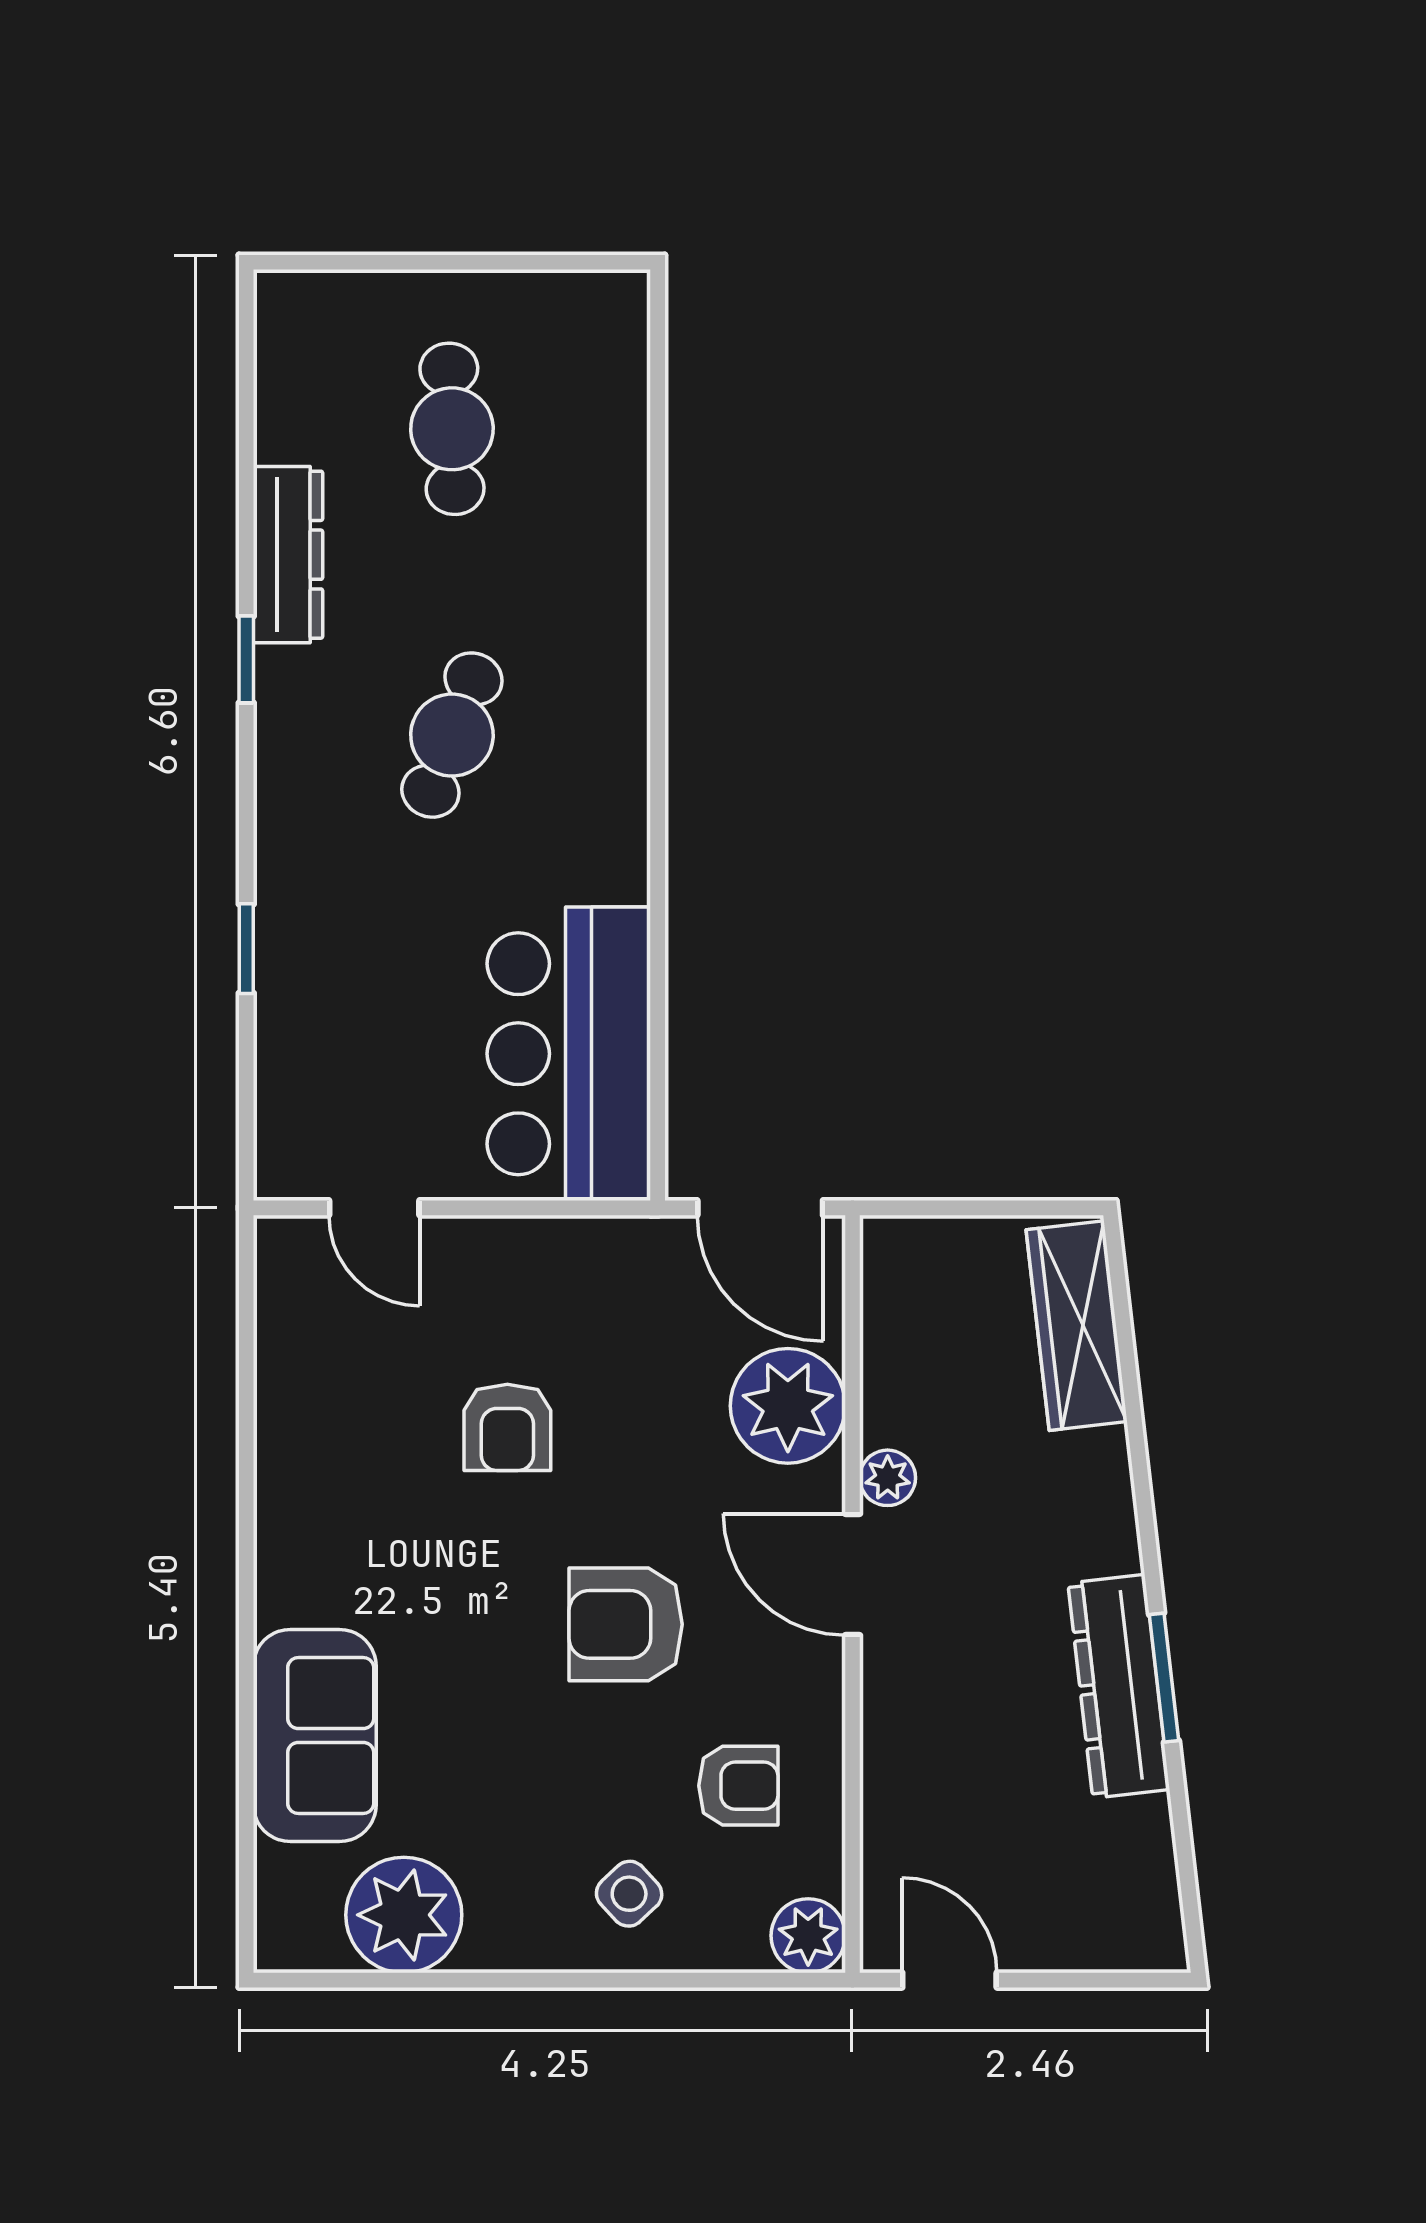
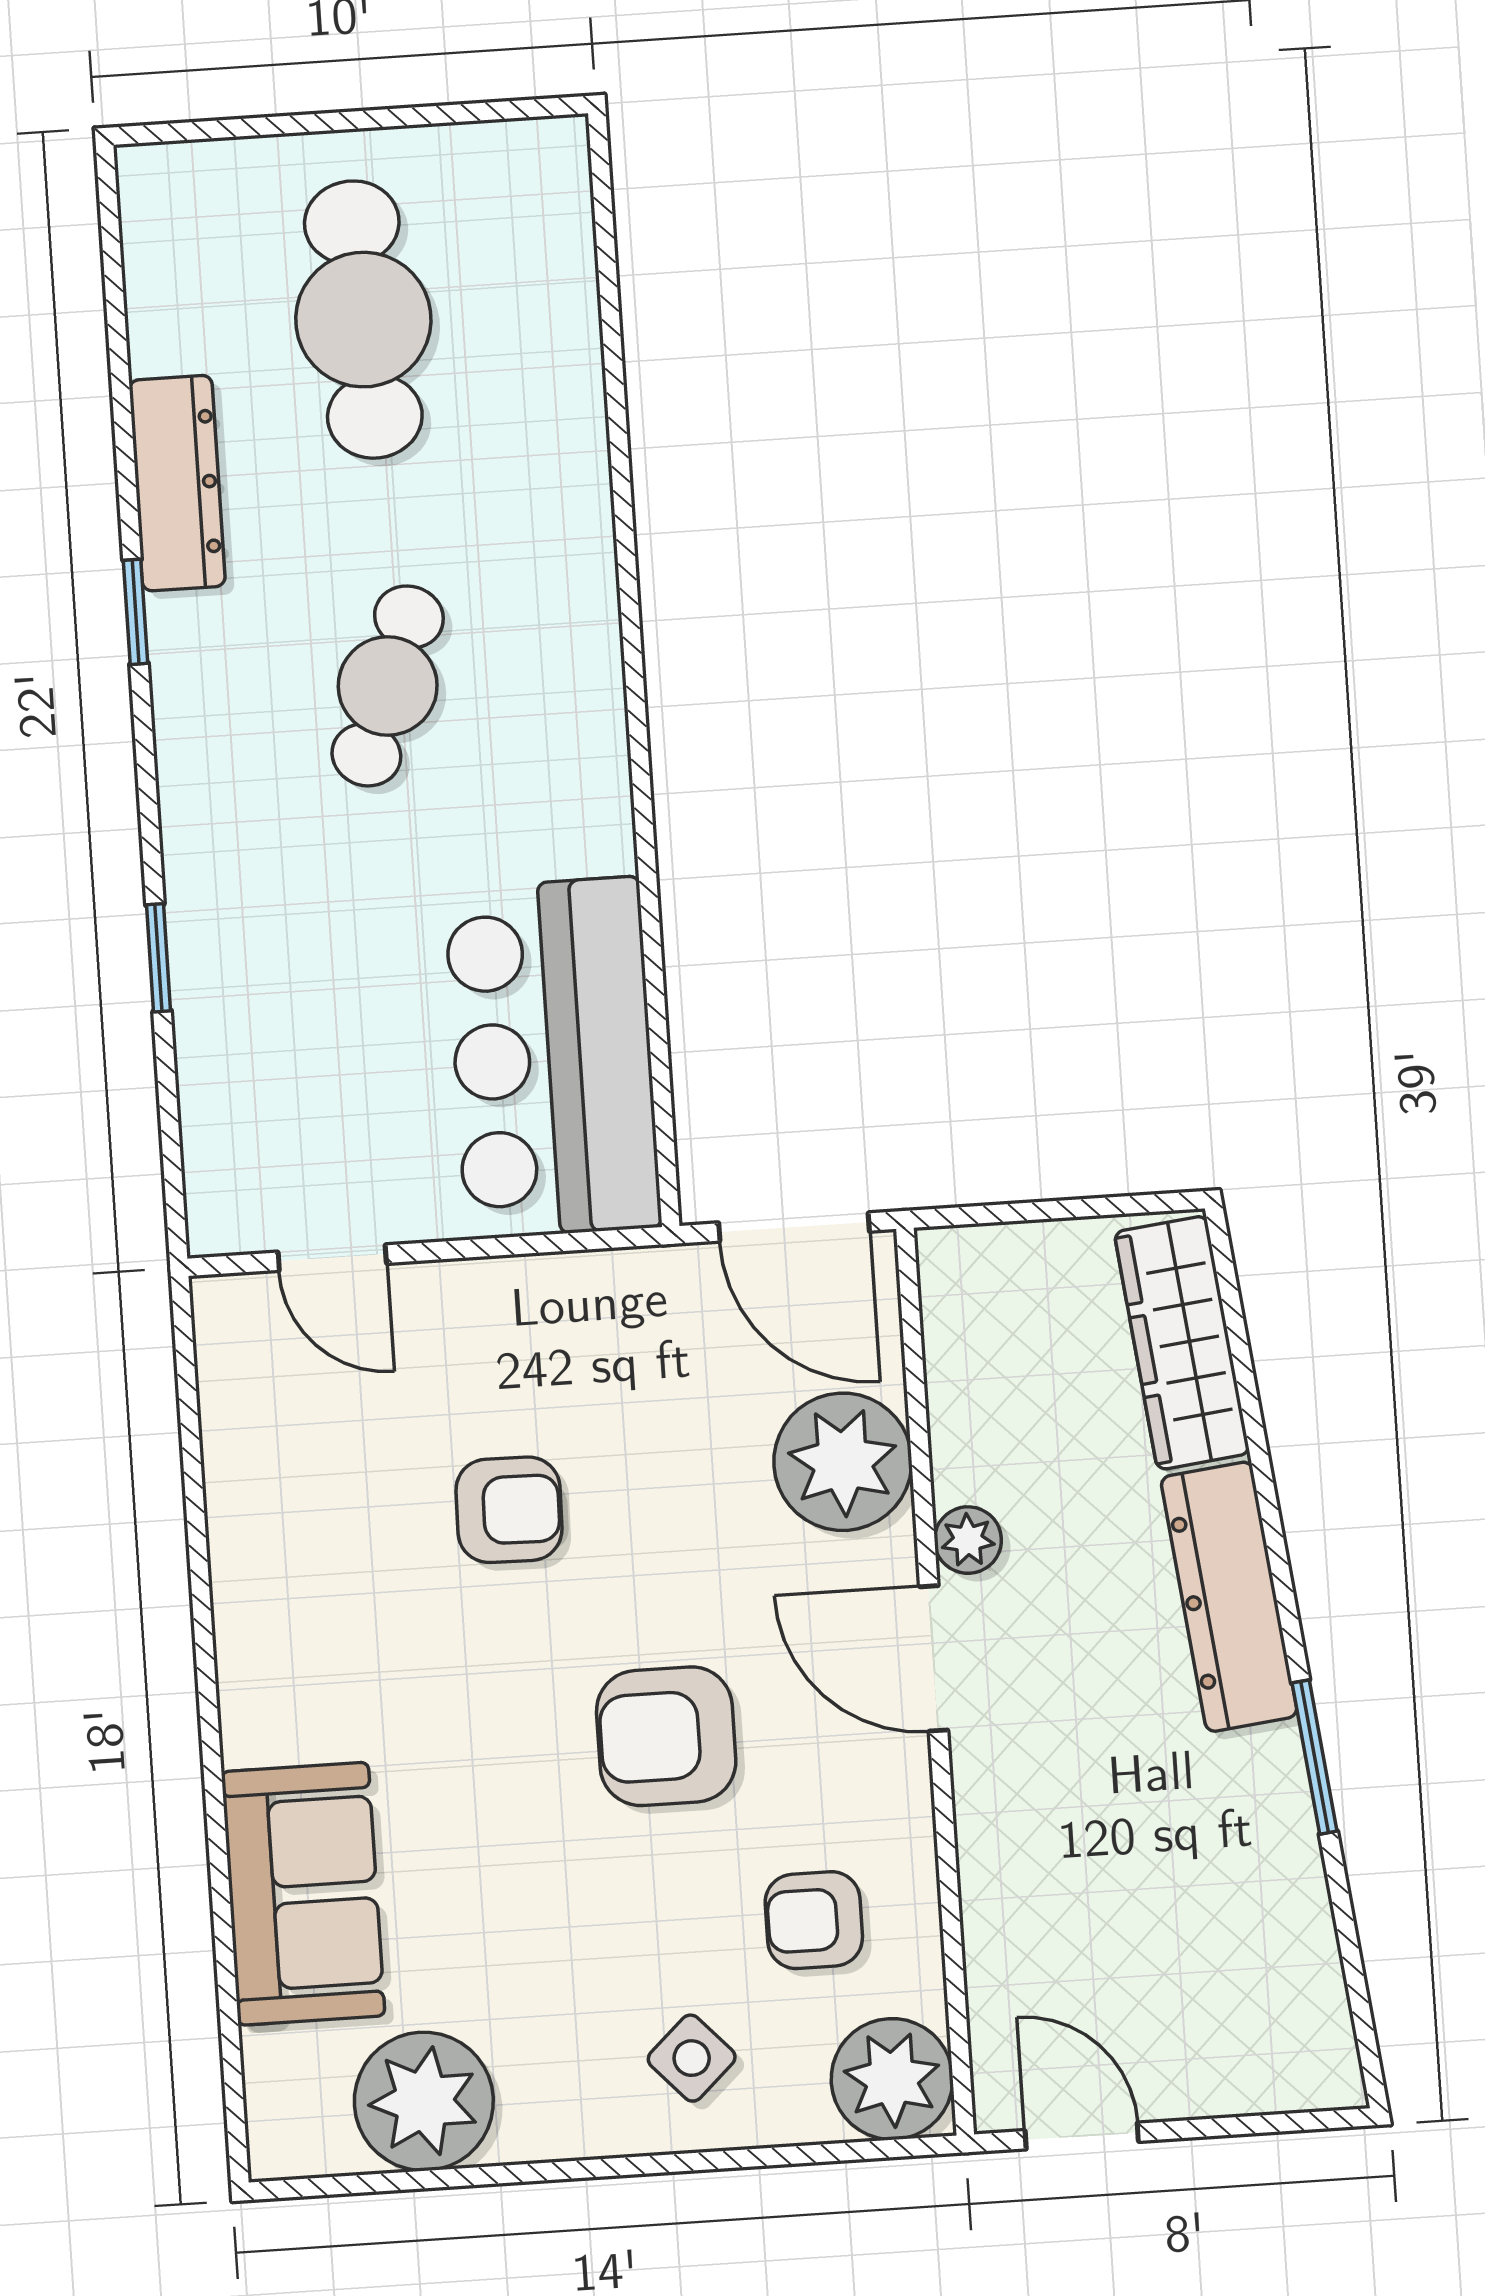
cafe table: (452, 429) -> (363, 320), width x1.37, depth x1.35
armchair: (507, 1427) -> (509, 1510), turned -89
dresser: (1119, 1686) -> (1229, 1597), moved
armchair: (738, 1786) -> (814, 1920), turned 180
plant: (808, 1936) -> (892, 2079), width x1.36, depth x1.36

